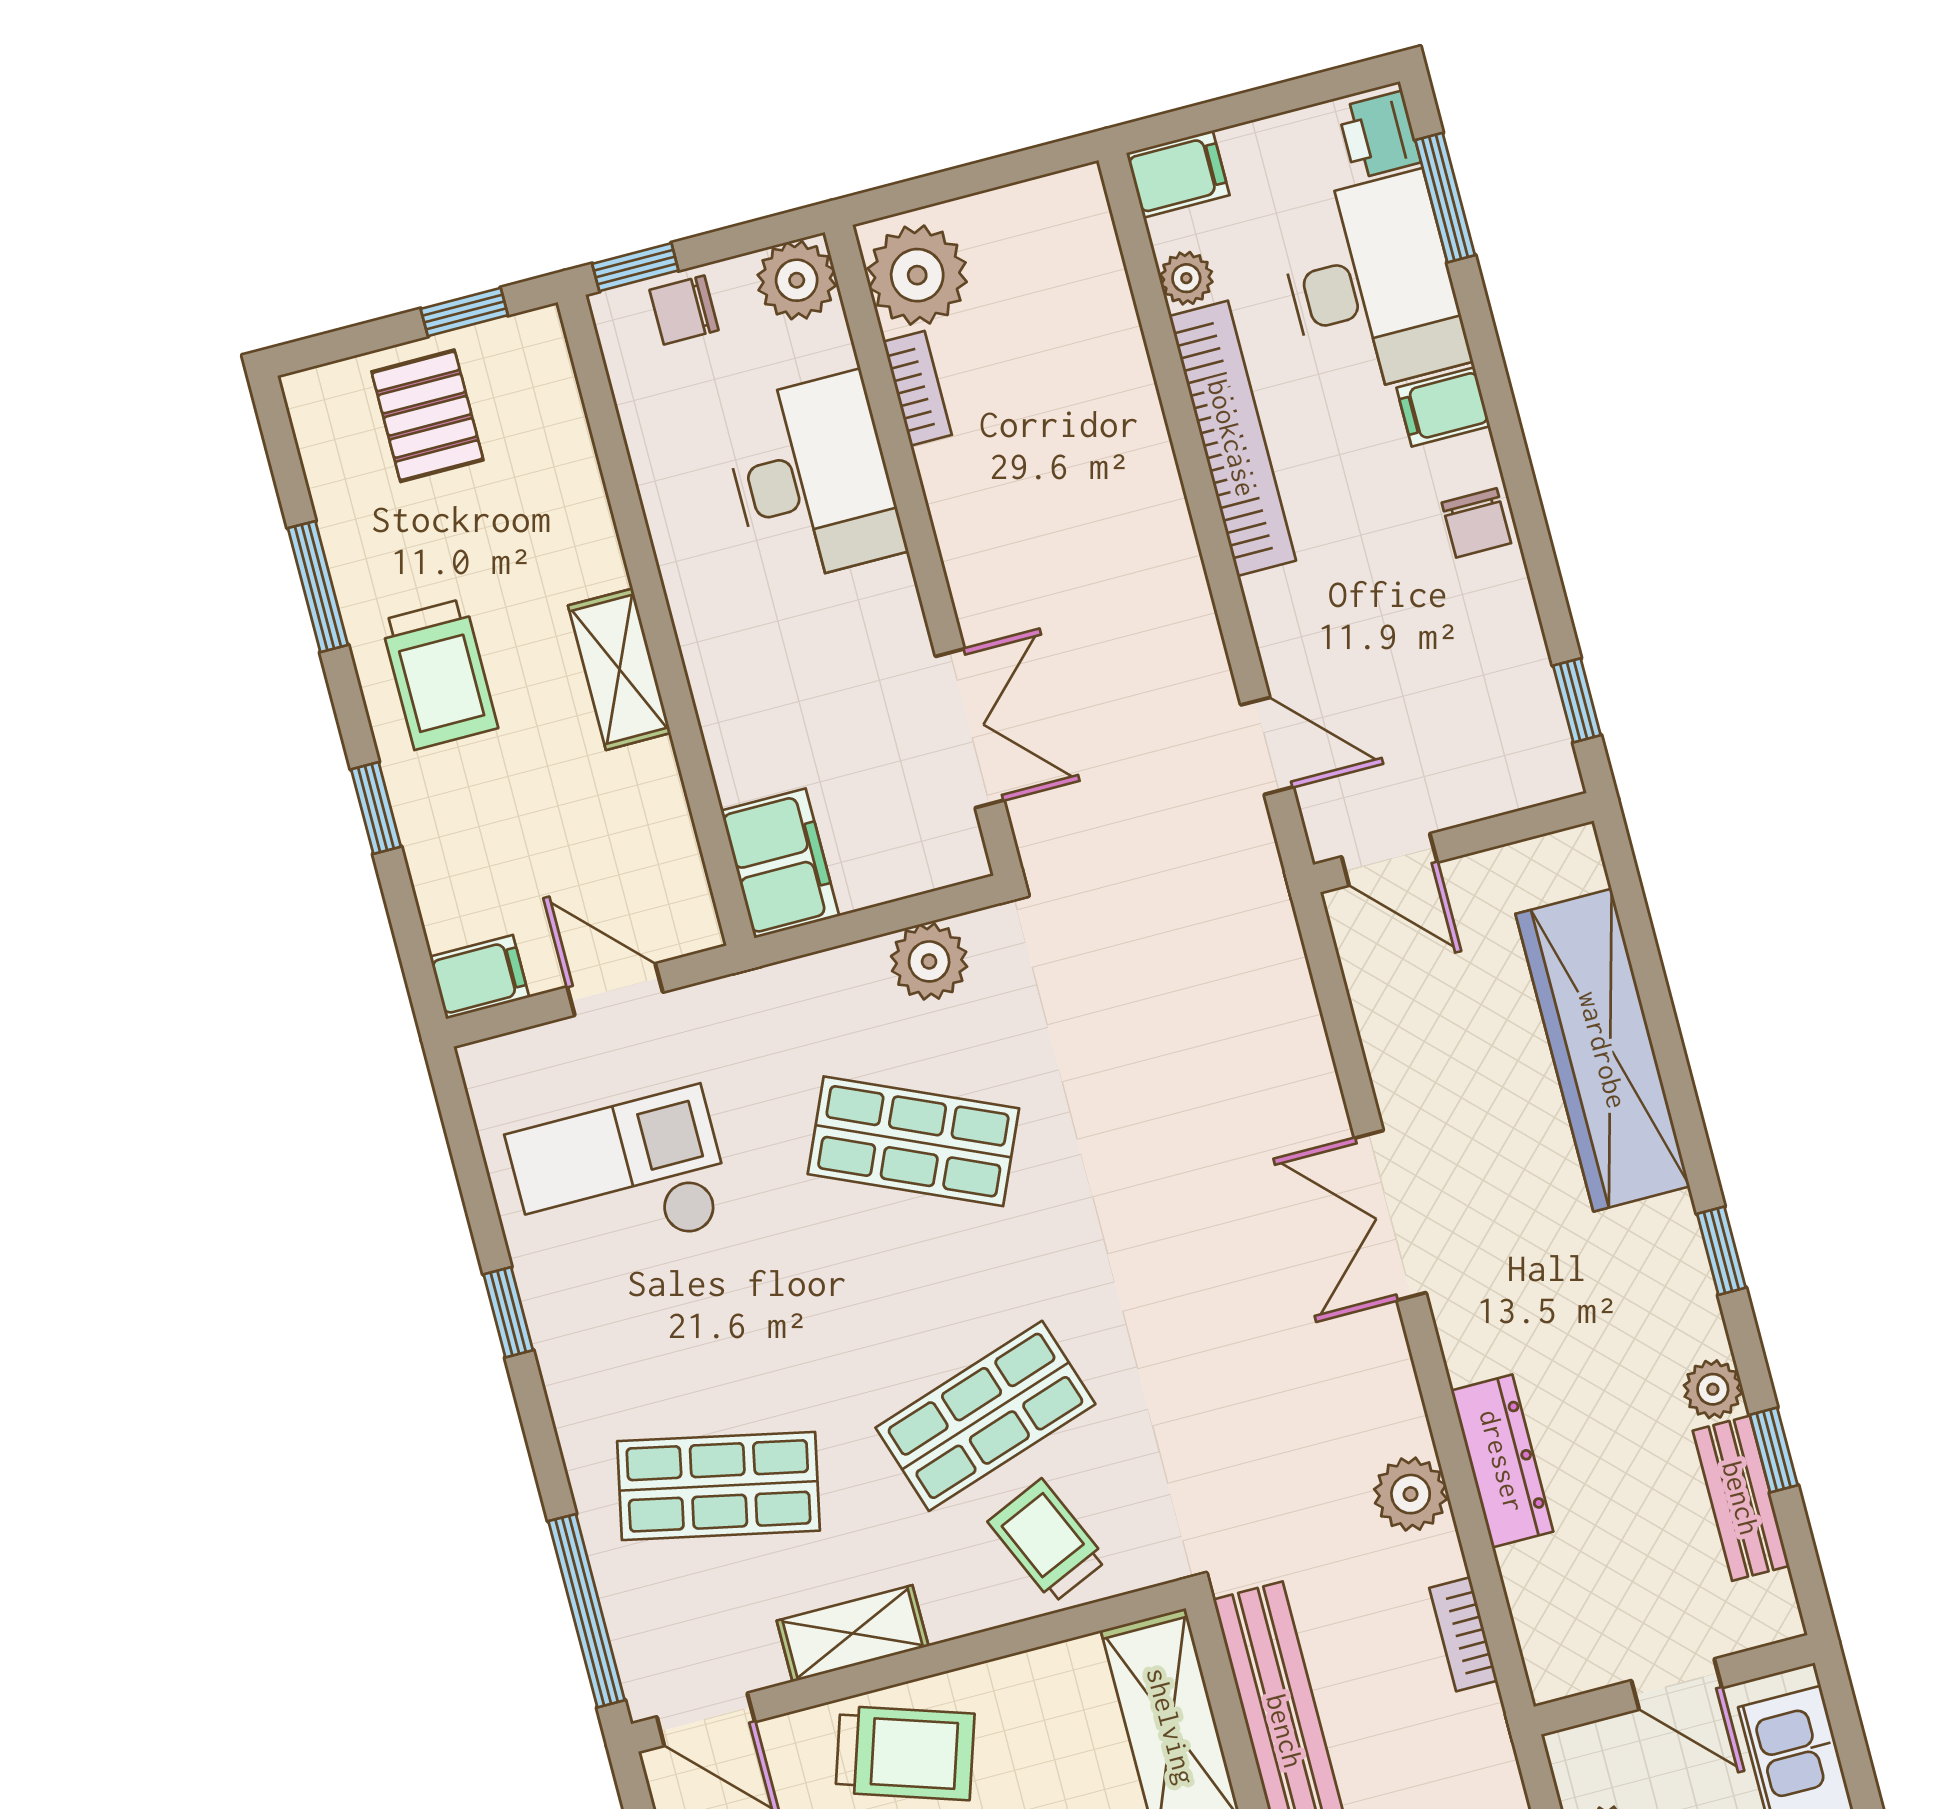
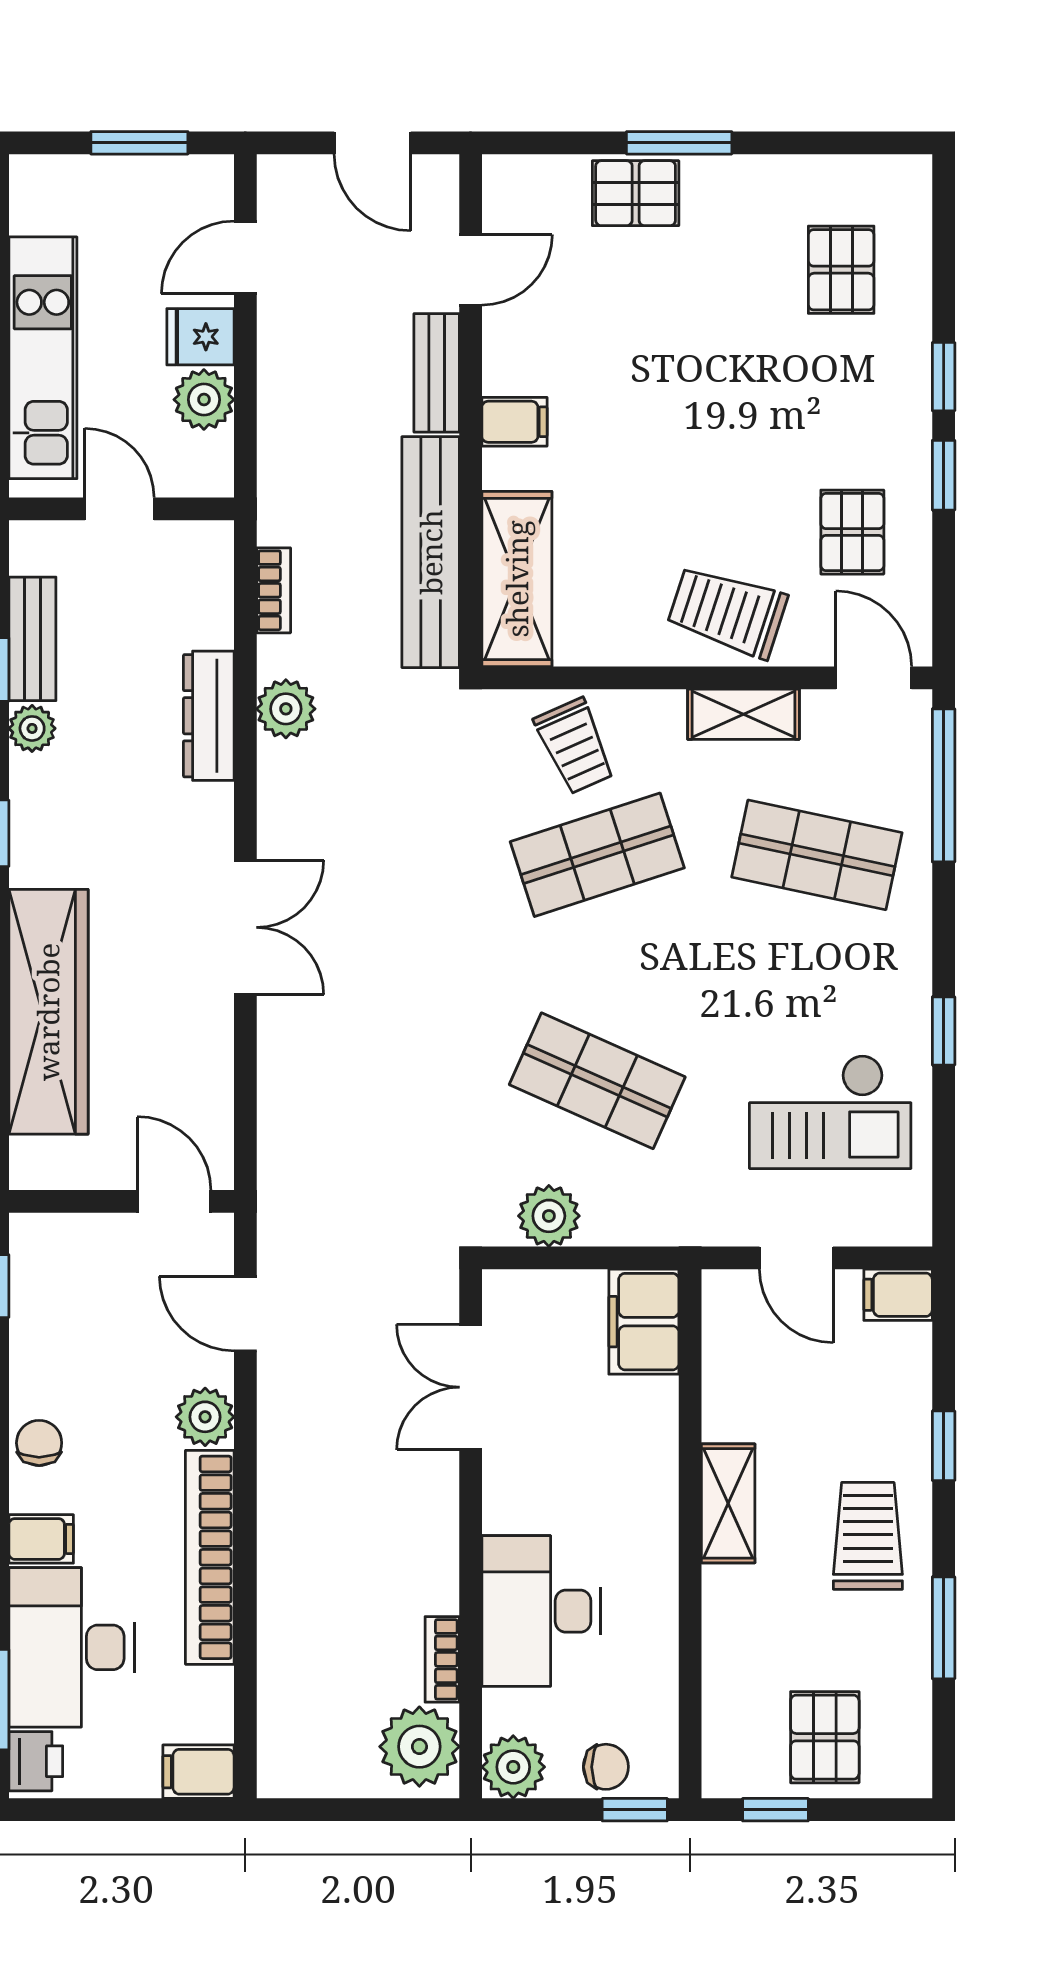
plant: (1186, 278) -> (205, 1417), moved, width x1.38, depth x1.38

